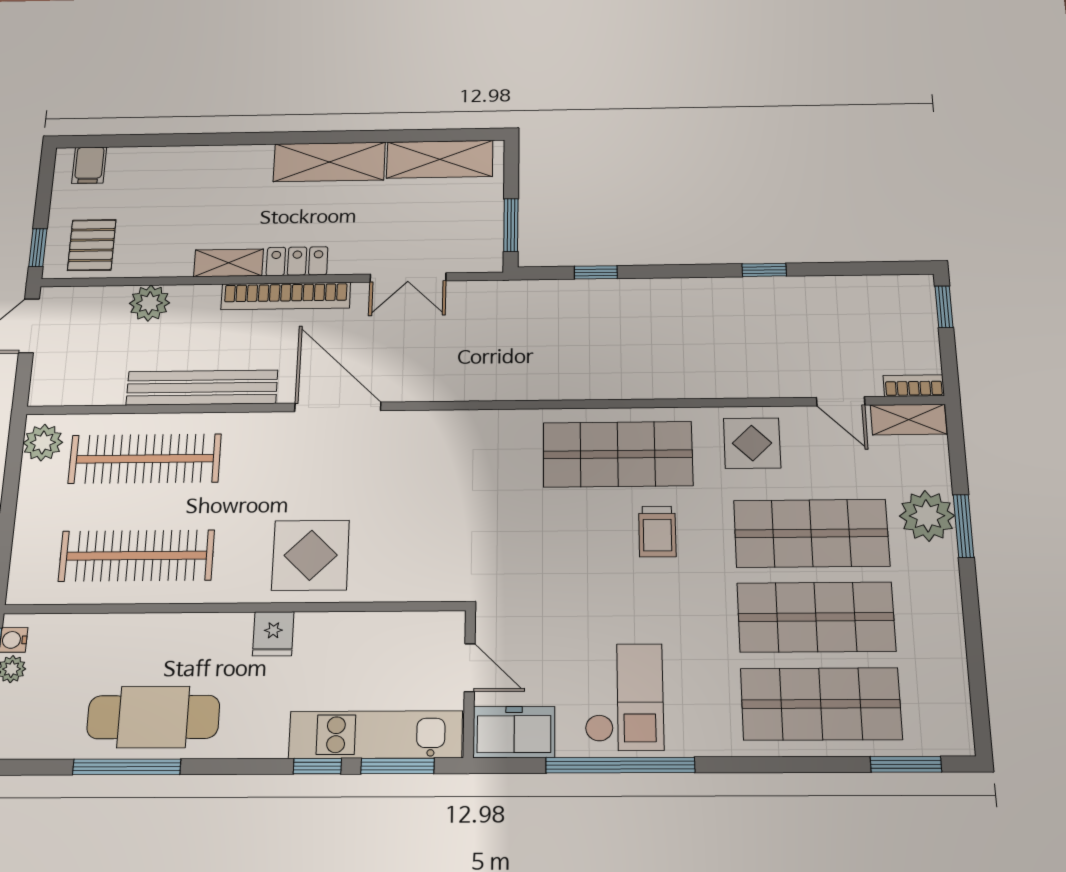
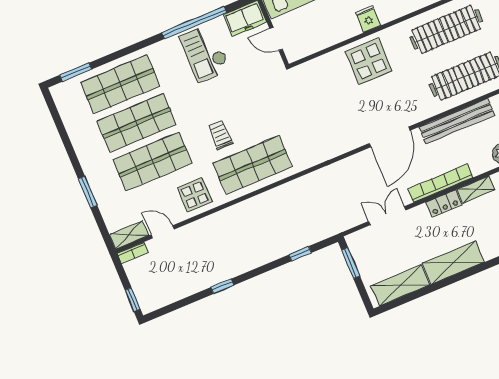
door: (338, 407) -> (390, 137), hinge flipped
plant: (927, 516) -> (105, 190), removed

